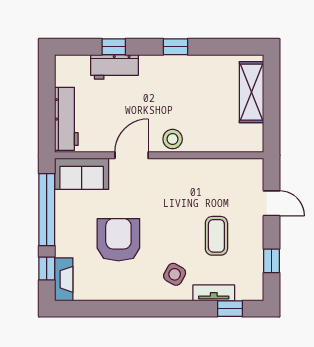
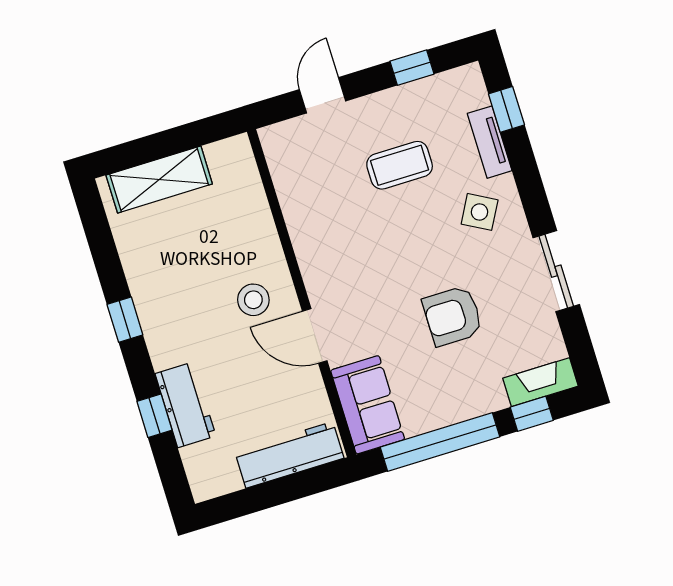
stool: (173, 139) -> (253, 300), moved
armchair: (118, 240) -> (453, 316), width x0.73, depth x0.73
sliding door: (126, 309) -> (556, 271), added

